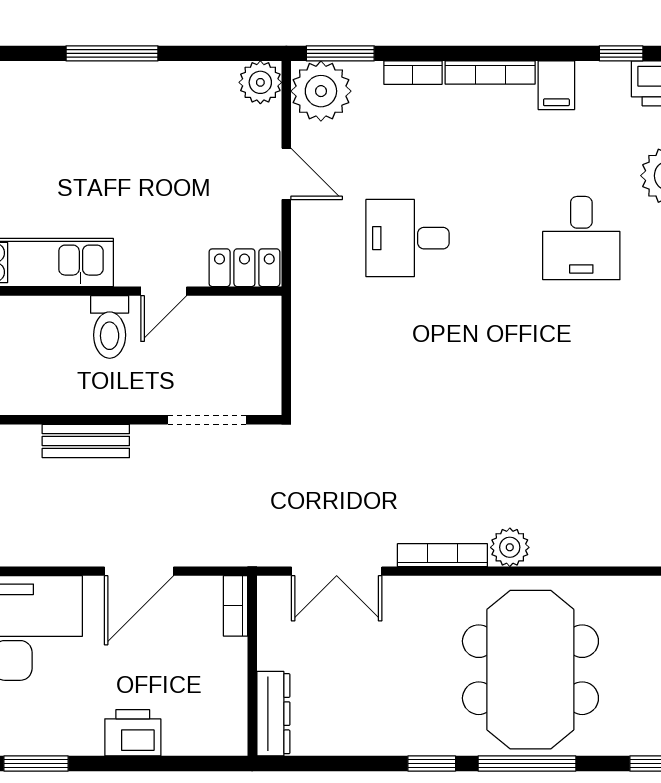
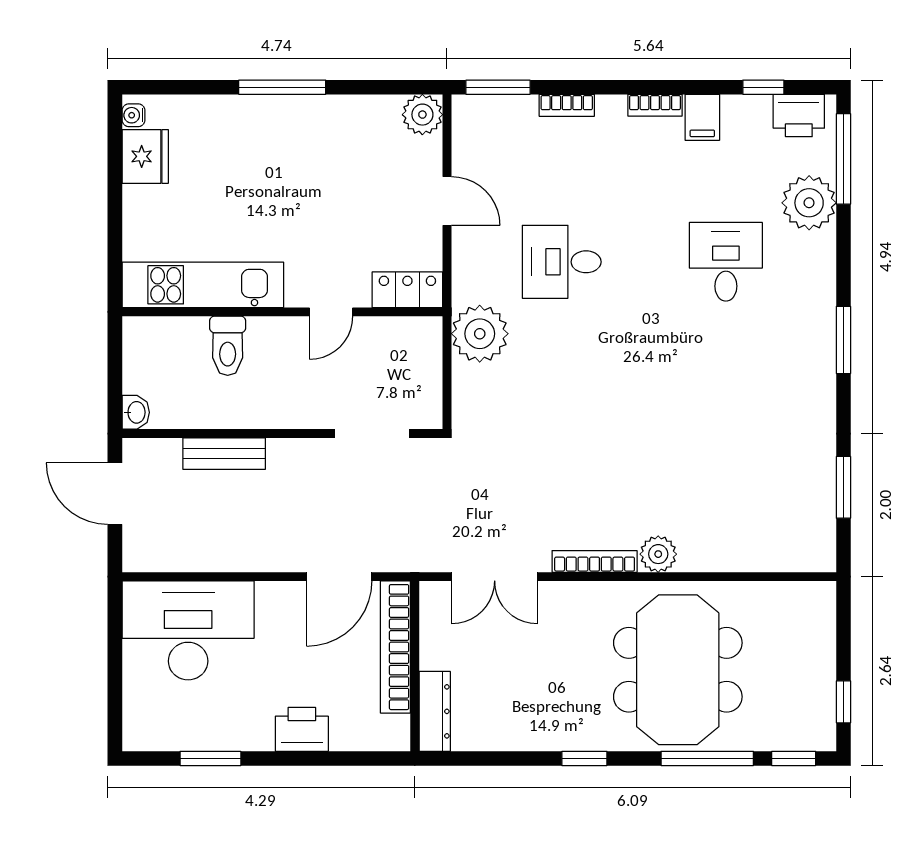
bookcase: (490, 72) -> (655, 105), width x0.64
plant: (321, 91) -> (480, 334), moved
desk: (581, 238) -> (726, 262), turned 180
toilet: (110, 327) -> (228, 346), moved
bench: (86, 441) -> (224, 454), moved
door: (139, 571) -> (339, 577), moved
bookcase: (236, 606) -> (395, 647), width x2.31, depth x1.31
window: (527, 763) -> (707, 758), moved

